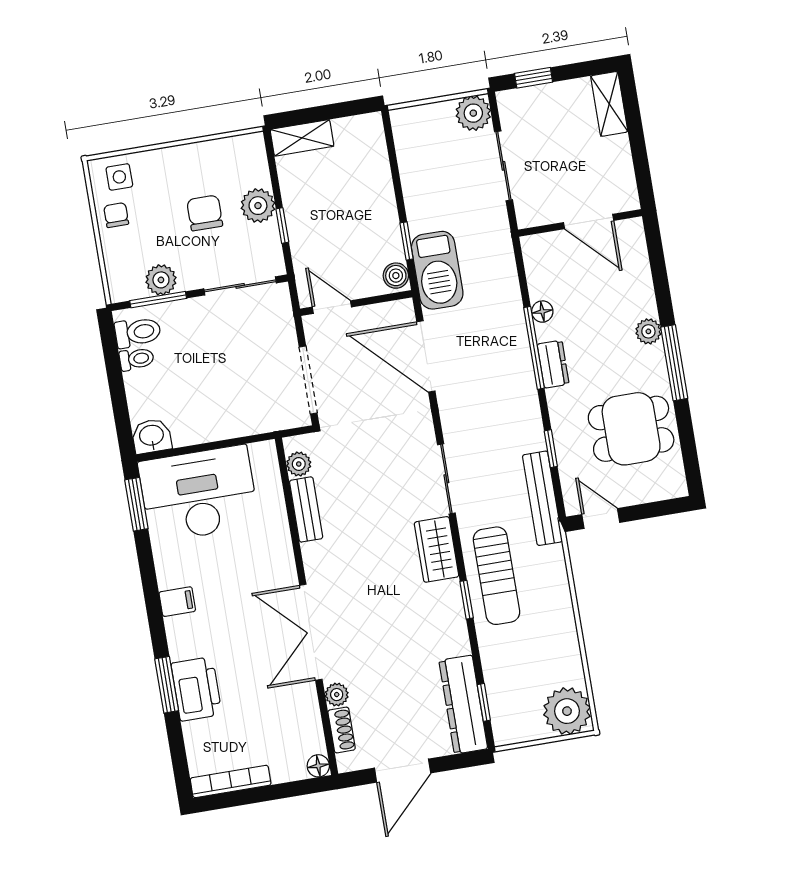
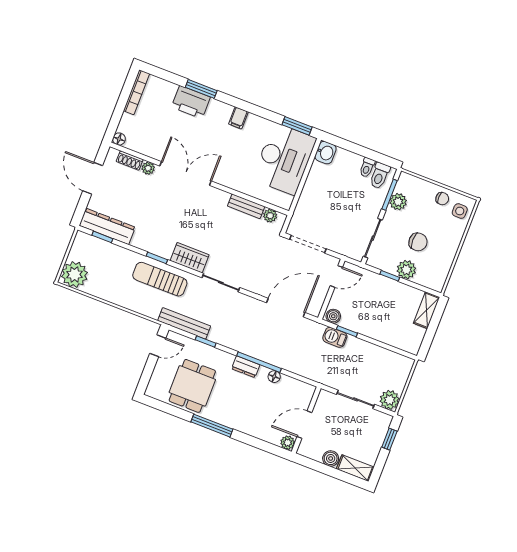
boiler: (617, 150) -> (331, 458), added
barbecue: (437, 270) -> (335, 337), width x0.53, depth x0.65
plant: (648, 331) -> (288, 443), moved

